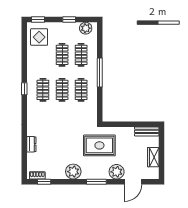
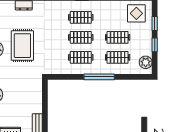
window: (38, 20) -> (155, 23), moved
rug: (99, 145) -> (22, 46), moved

